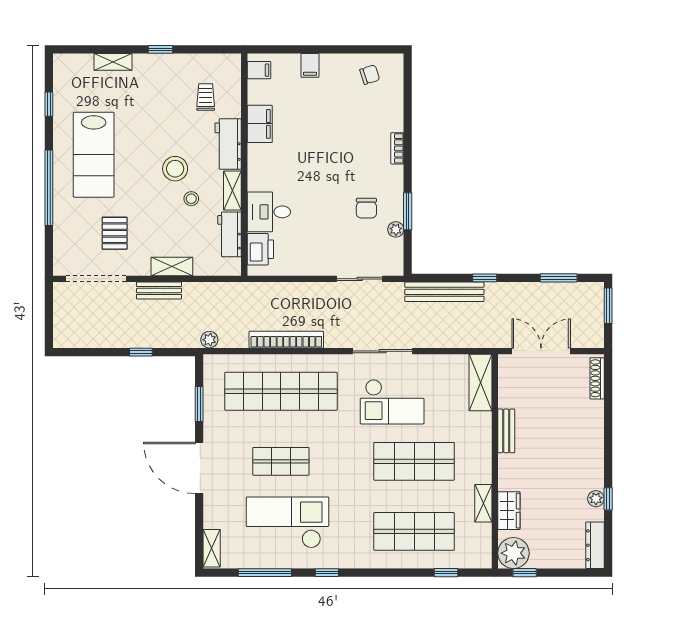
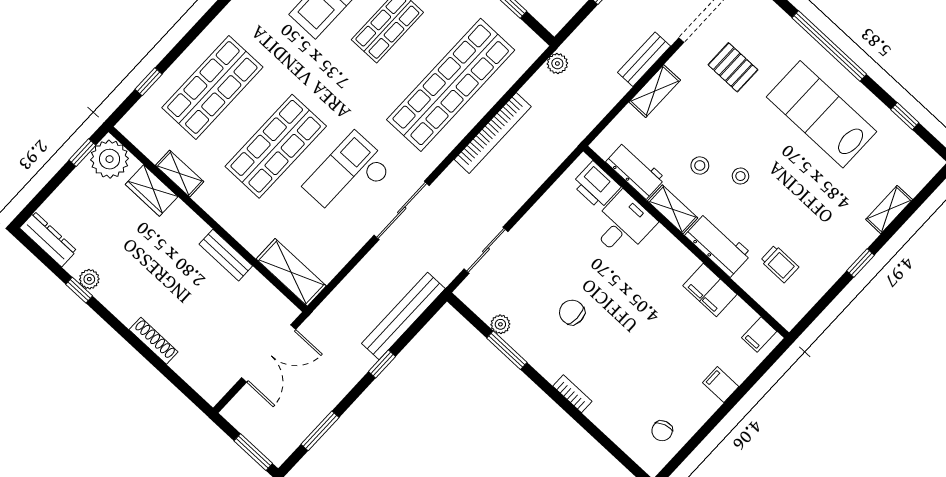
stool: (175, 169) -> (740, 176), width x0.53, depth x0.53
chair: (366, 208) -> (572, 312), moved
shoe rack: (597, 378) -> (154, 341), moved

